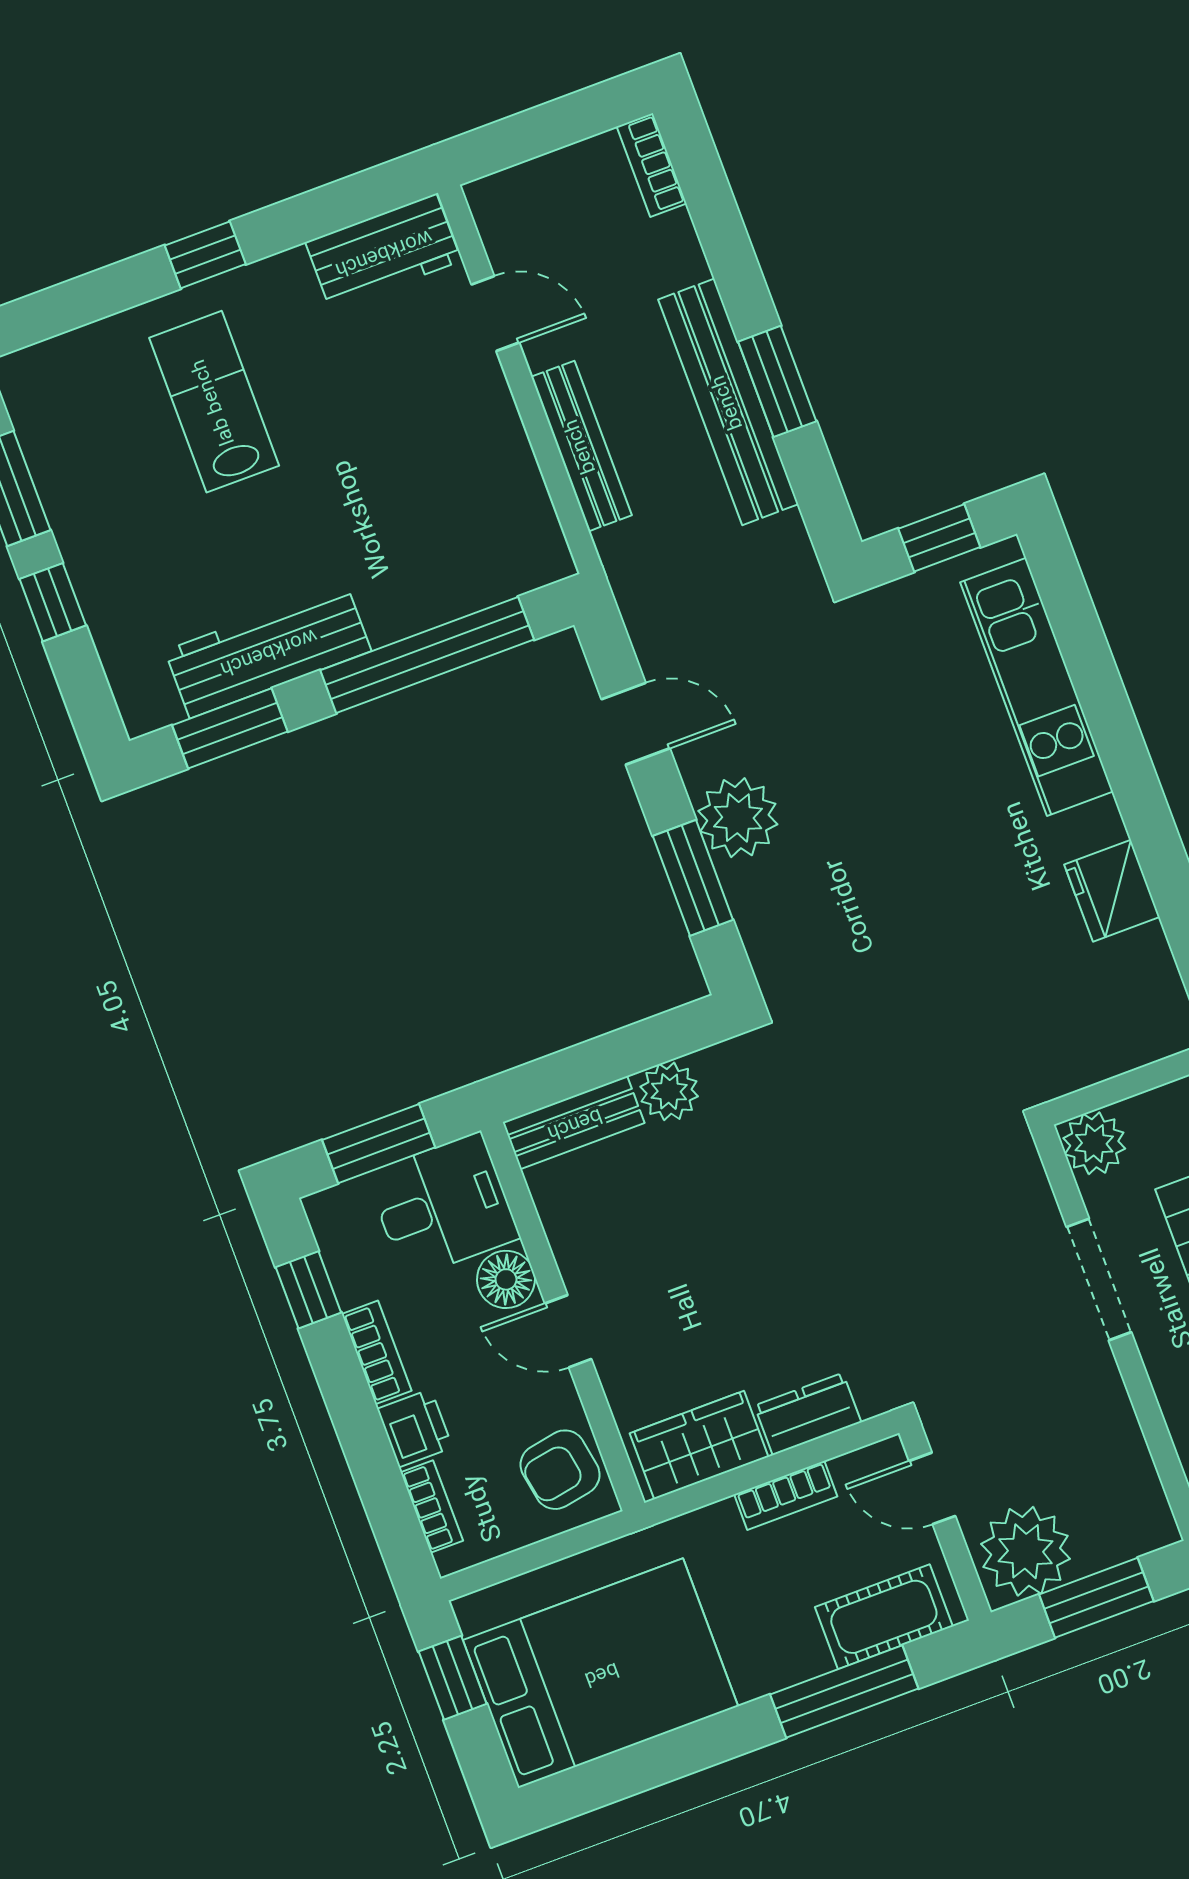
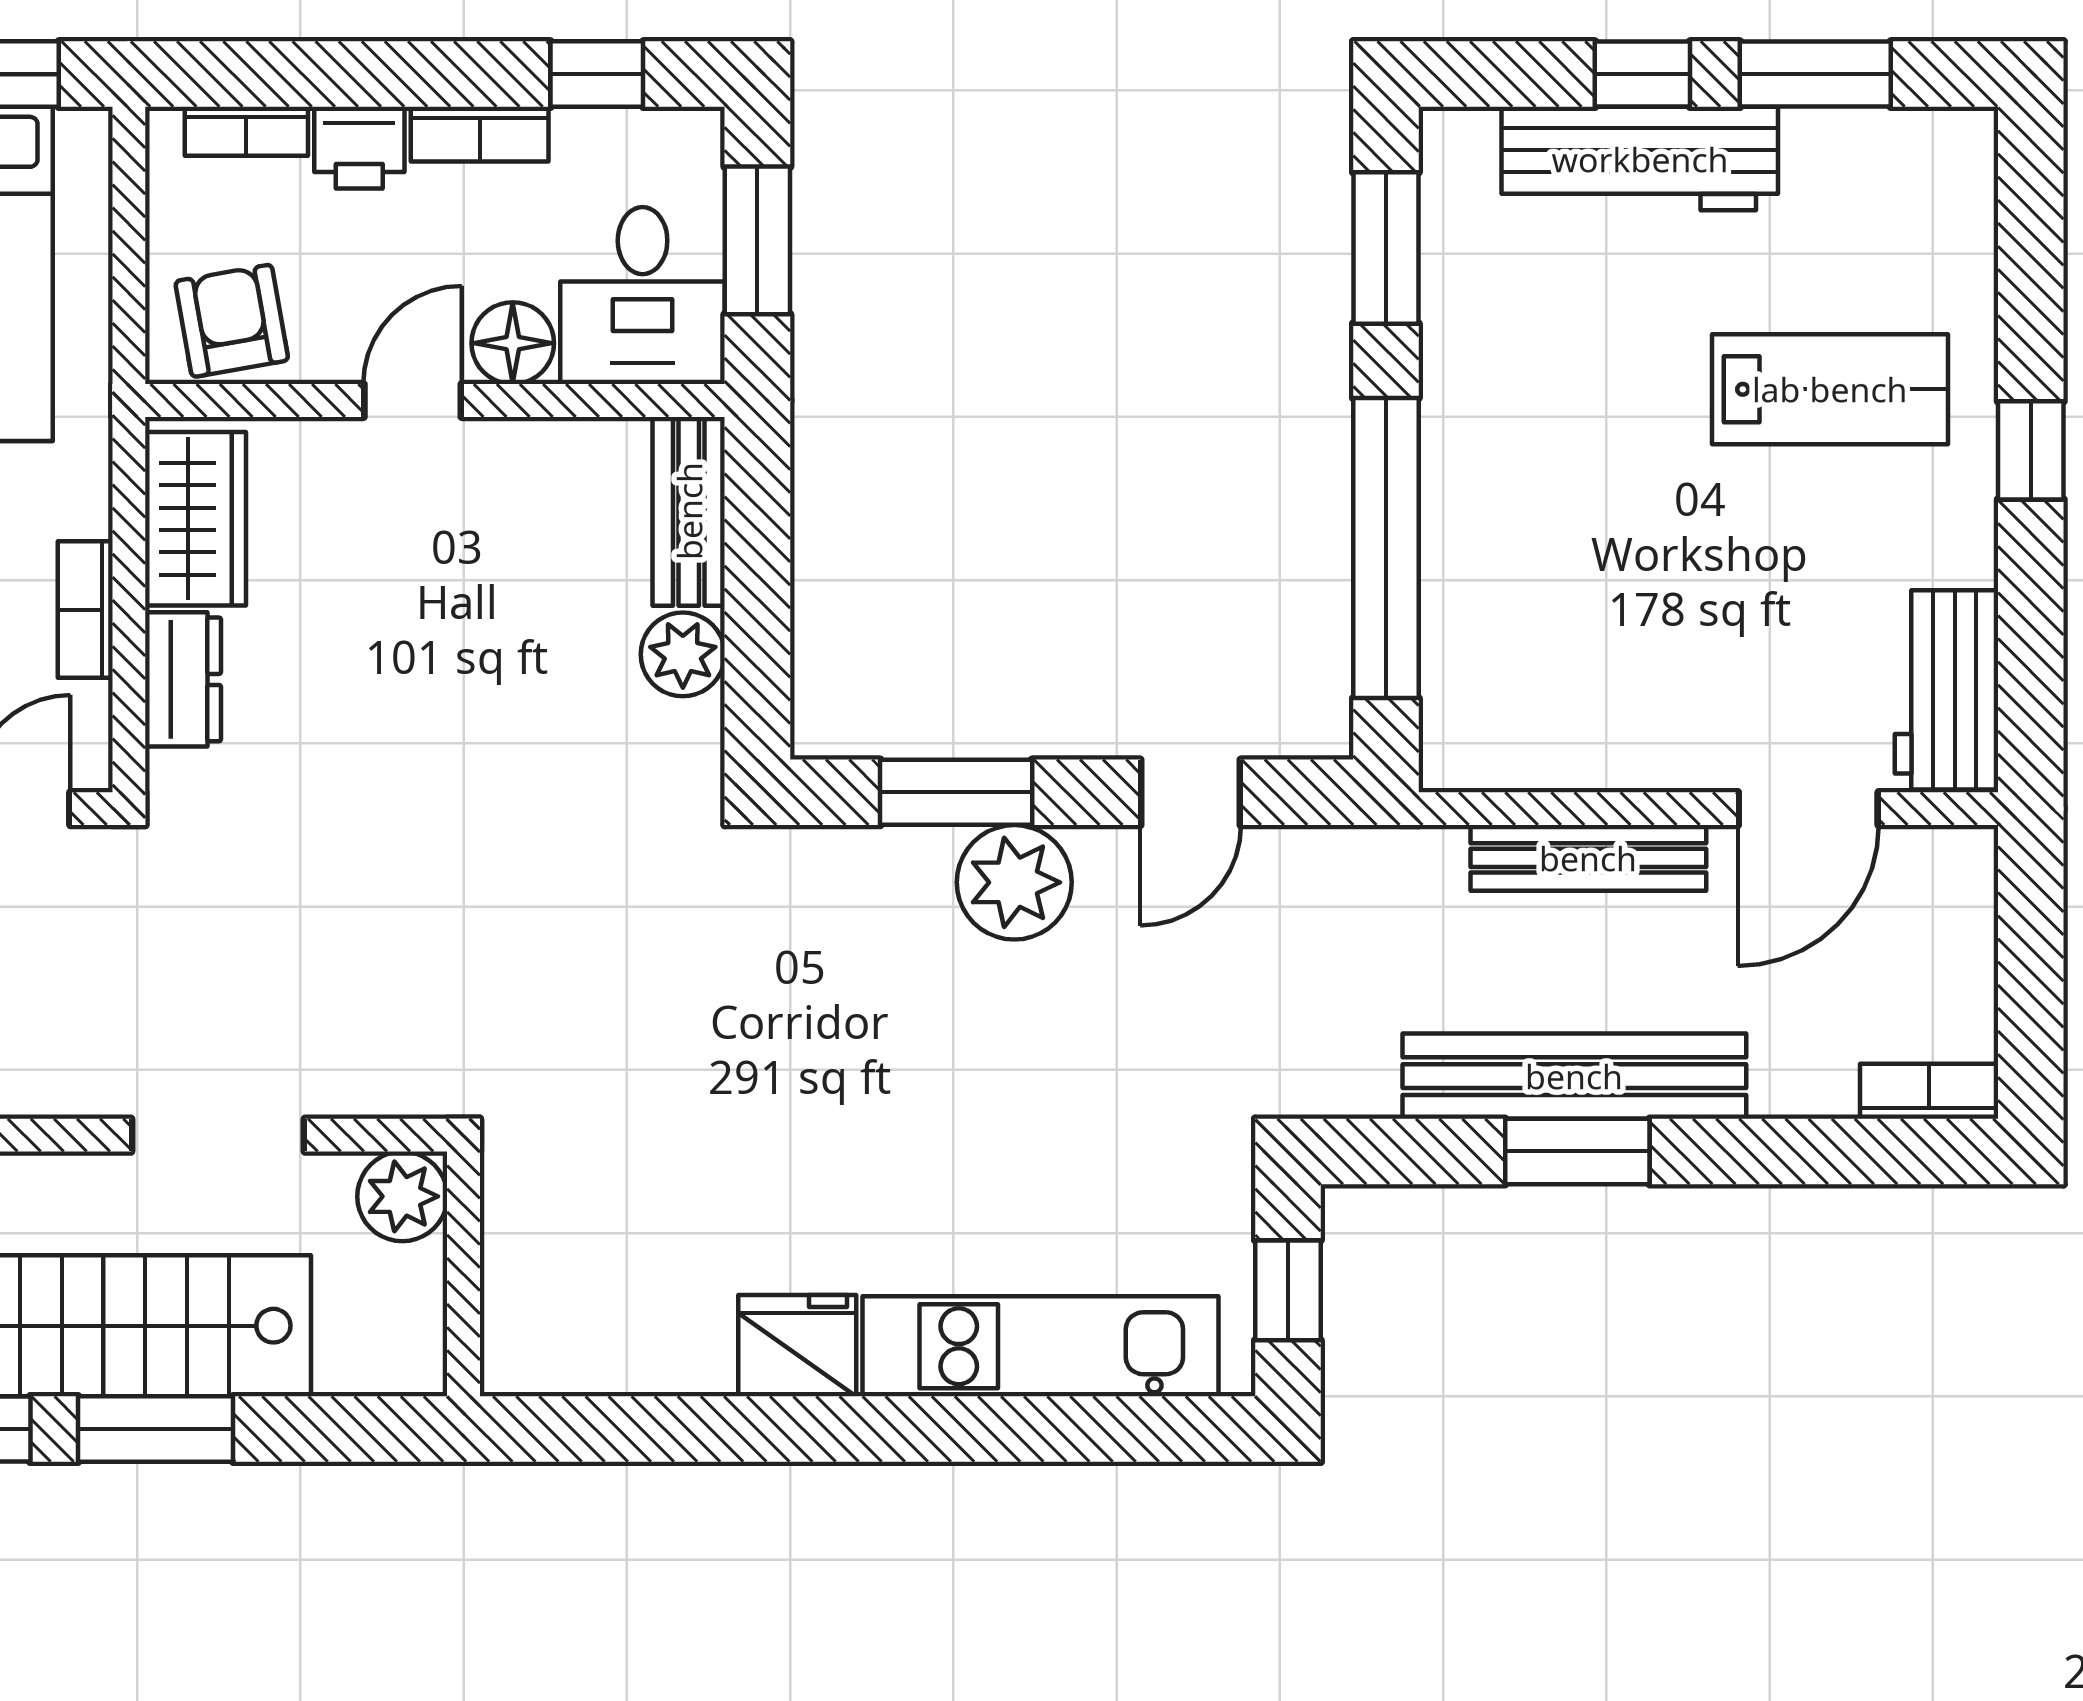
door: (495, 314) -> (1808, 809), width x1.38
workbench: (268, 651) -> (1640, 159), moved, turned 90
fridge: (1112, 891) -> (797, 1346), moved

